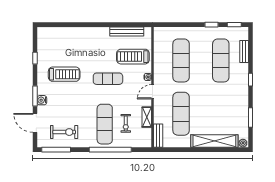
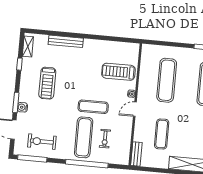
bench: (127, 32) -> (66, 41), moved
treadmill: (64, 74) -> (47, 83), turned 90
exercise mat: (108, 79) -> (93, 107), moved
exercise mat: (181, 114) -> (162, 134), width x0.73, depth x0.69
shelving: (147, 117) -> (28, 46), moved
exercise bike: (64, 132) -> (42, 142), turned 180

